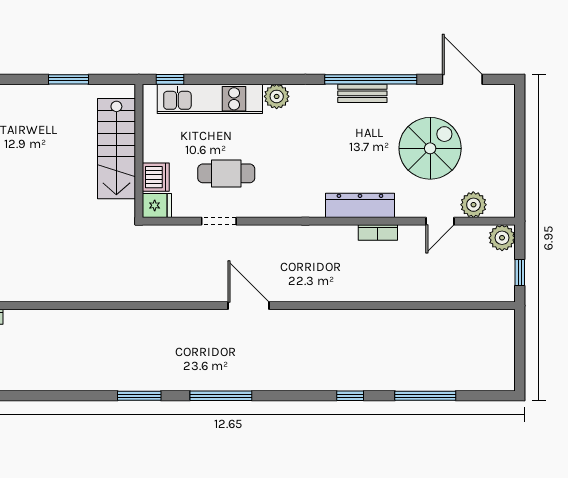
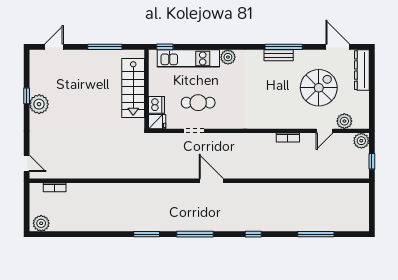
window: (69, 79) -> (105, 47), width x1.44
window: (371, 79) -> (284, 47), width x0.68
dresser: (360, 205) -> (362, 70), moved, turned -90
window: (350, 396) -> (253, 234), moved

